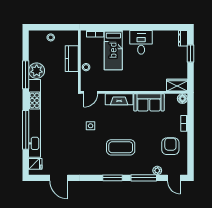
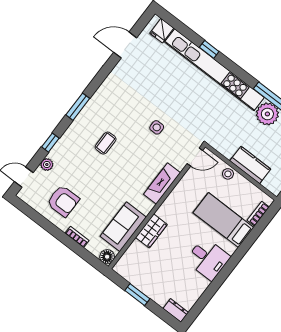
window: (191, 54) -> (137, 295), moved
wardrobe: (177, 85) -> (151, 231), moved
door: (91, 92) -> (195, 157), swing flipped
sofa: (149, 102) -> (123, 227), moved
window: (26, 130) -> (209, 49), width x0.32
coffee table: (121, 147) -> (106, 143), width x0.54, depth x0.58
window: (144, 178) -> (50, 143), width x0.46

